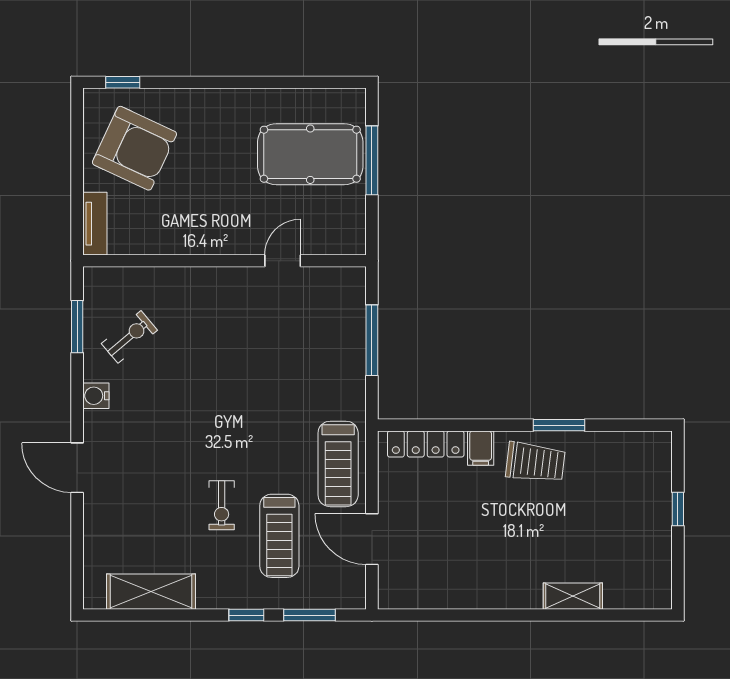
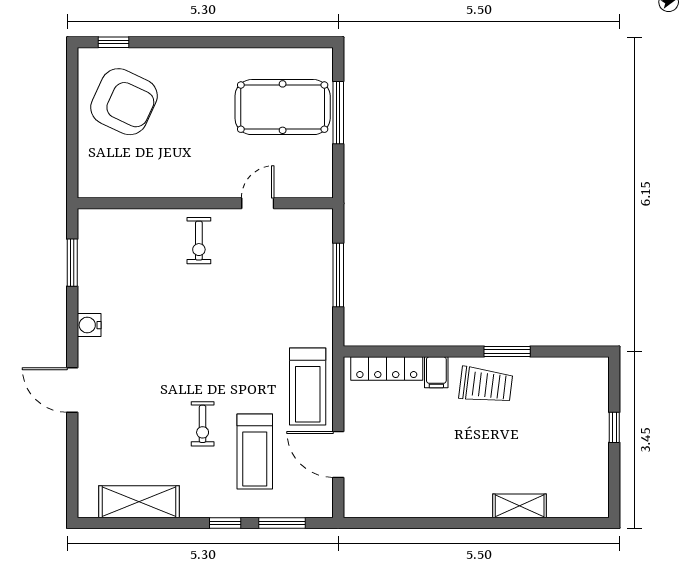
tv unit: (95, 224) -> (88, 170), removed
exercise bike: (129, 337) -> (199, 241), moved, turned 130

